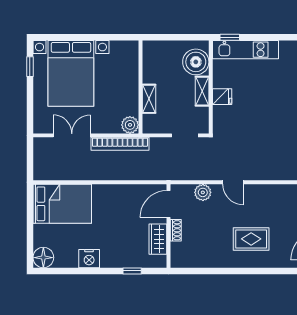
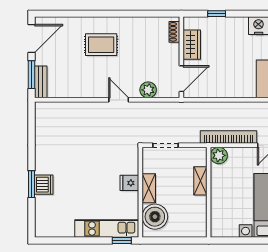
shoe rack: (176, 230) -> (174, 32), moved

